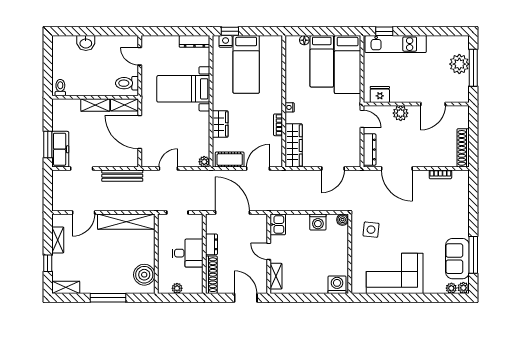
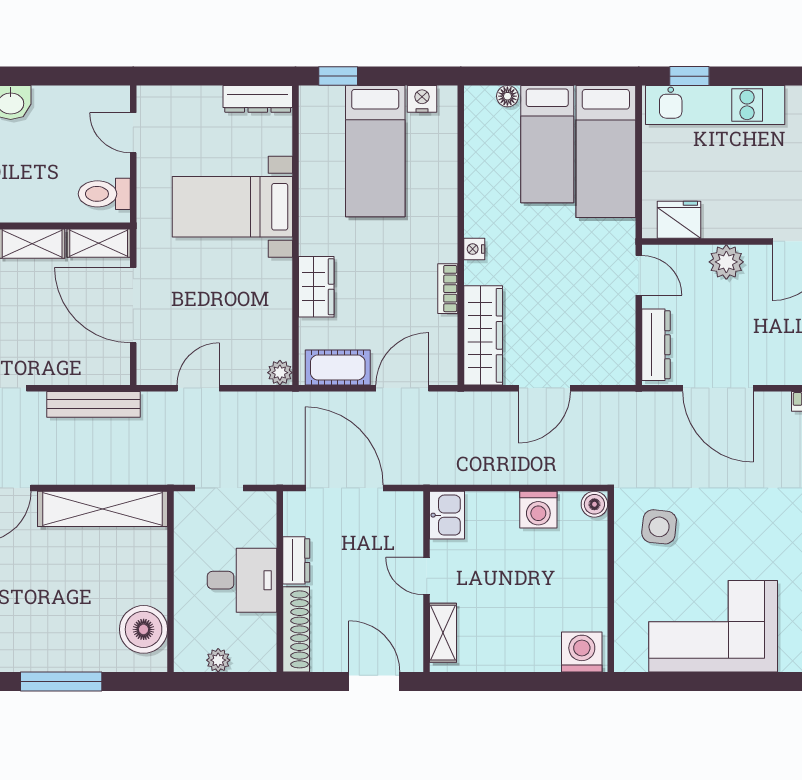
nightstand: (226, 41) -> (422, 99), moved
door: (333, 169) -> (544, 388), moved

